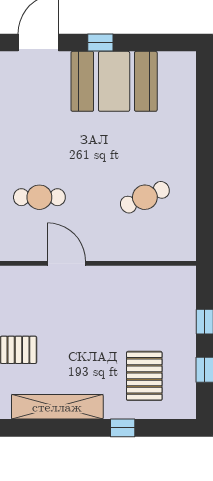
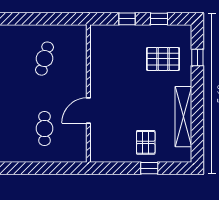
cafe table: (145, 197) -> (45, 59), turned 39
window: (123, 428) -> (197, 57), moved

